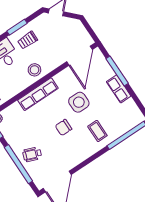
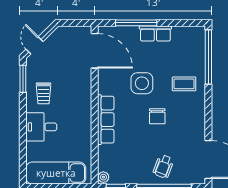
window: (17, 27) -> (23, 79), moved
stool: (34, 70) -> (79, 107), removed

